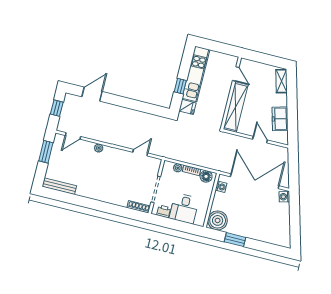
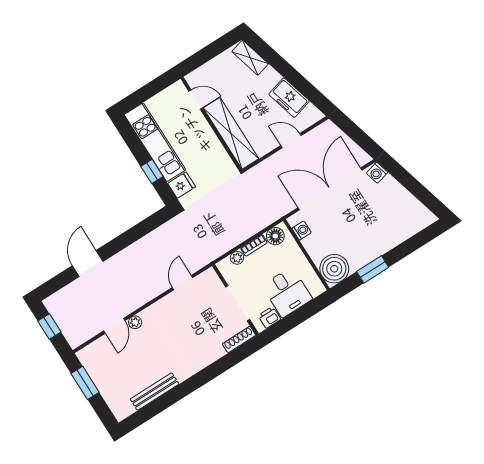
door: (92, 94) -> (88, 264), moved
door: (73, 136) -> (114, 326), moved
bench: (59, 186) -> (155, 392), moved

